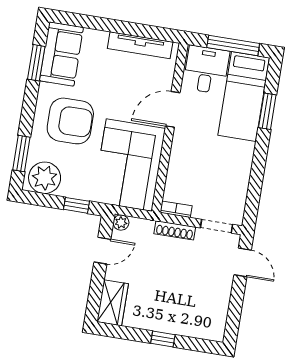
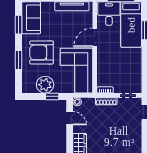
armchair: (70, 121) -> (42, 52), turned 180
window: (21, 154) -> (19, 60), moved
plant: (45, 178) -> (45, 85), moved
door: (102, 251) -> (70, 118), hinge flipped

